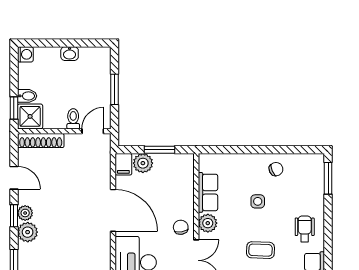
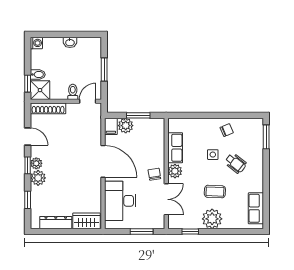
wheelchair: (305, 229) -> (236, 163), moved, turned 128

